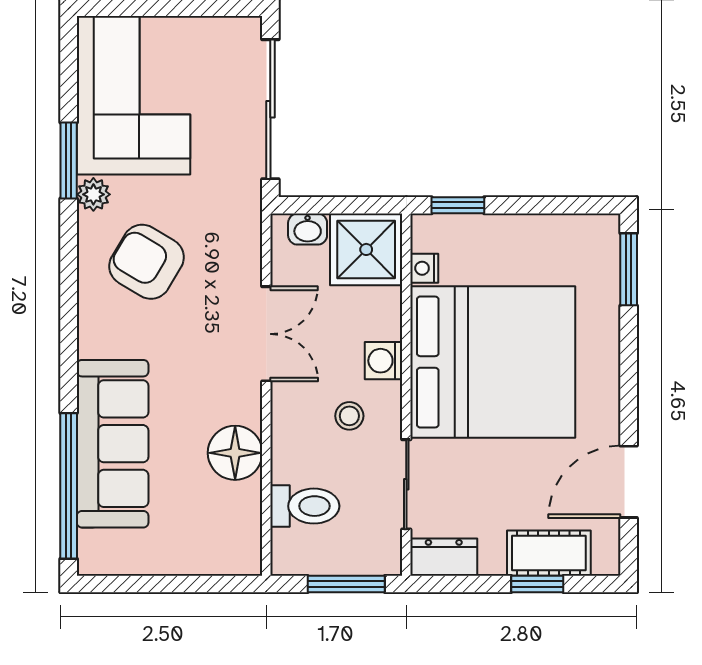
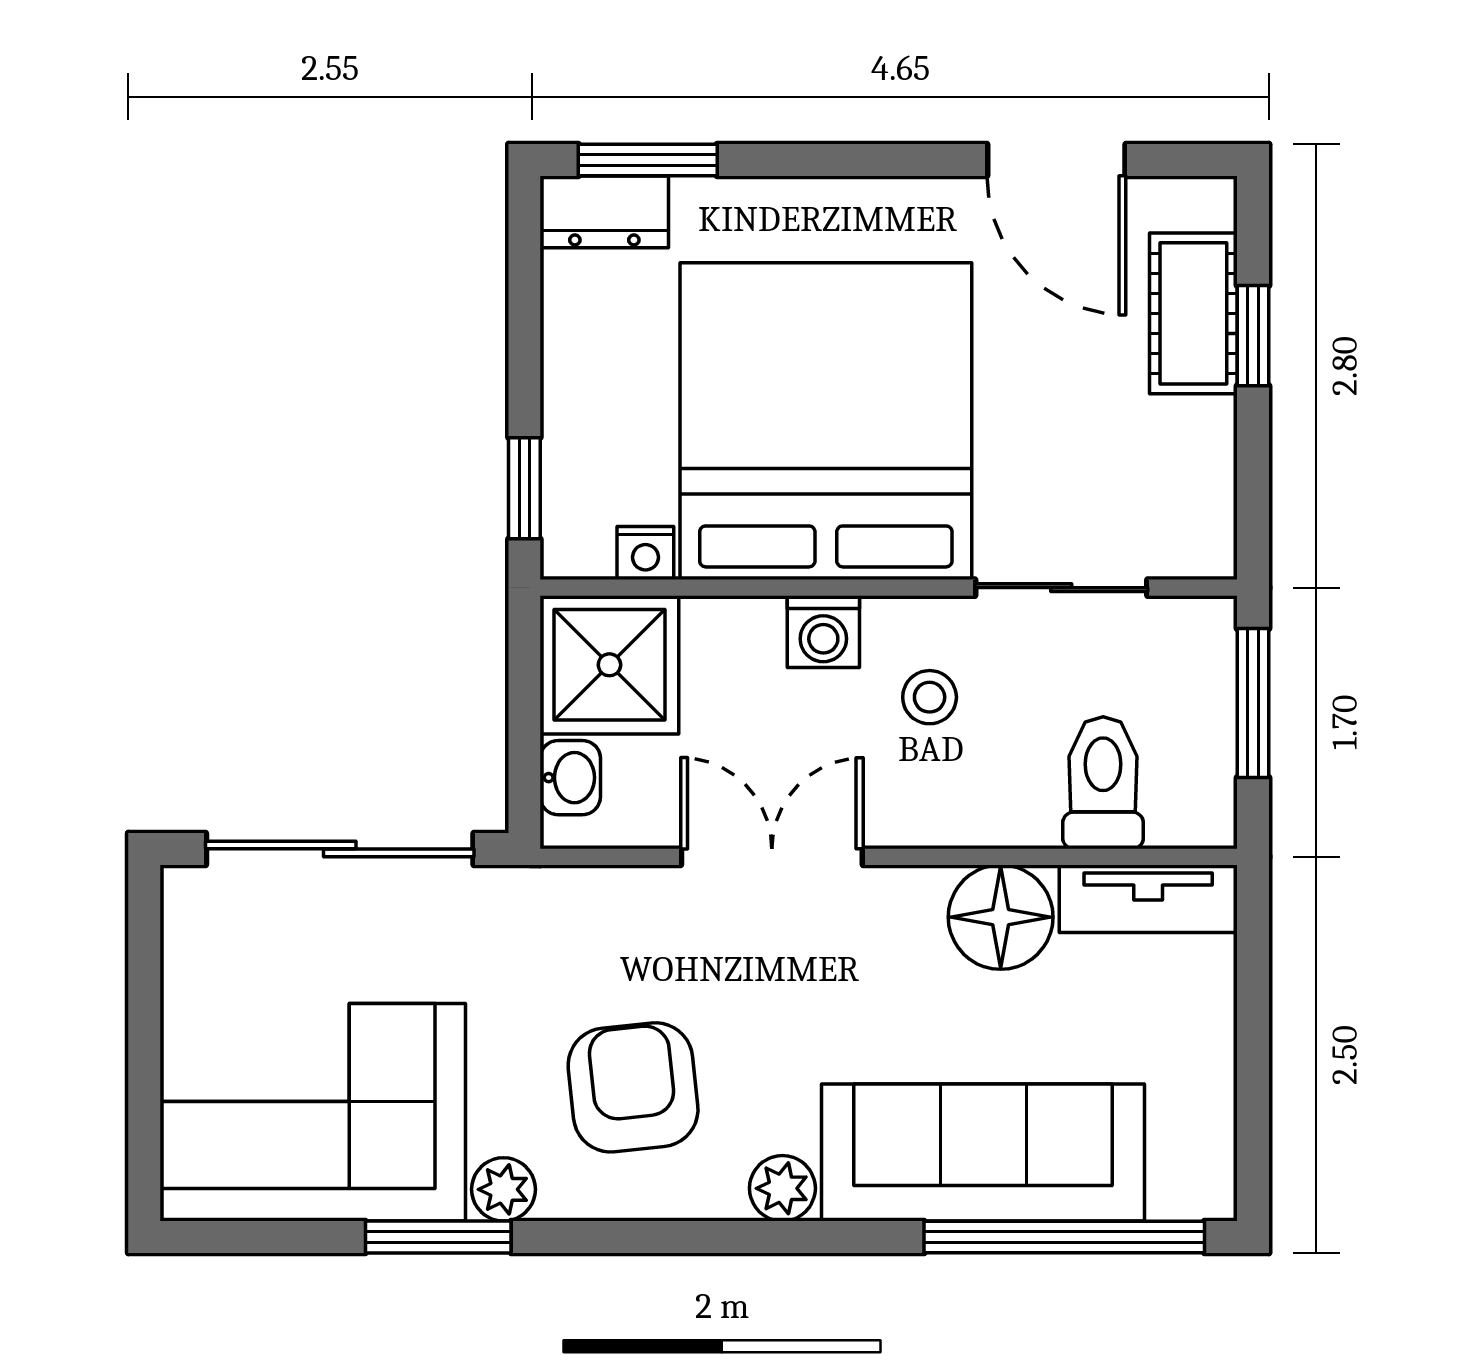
armchair: (147, 262) -> (633, 1087), turned 143
plant: (94, 339) -> (782, 1188), added
tv unit: (245, 530) -> (1148, 899), added
dresser: (444, 557) -> (604, 212), moved, turned -90

